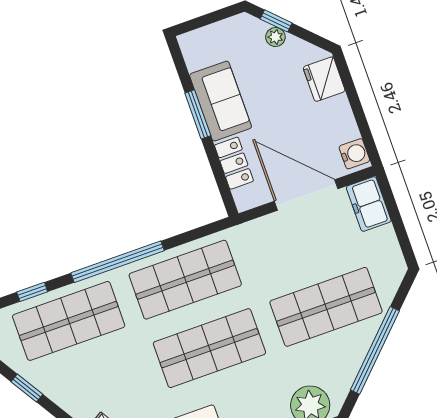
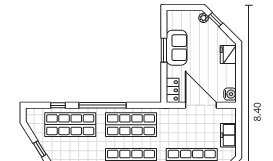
plant: (275, 37) -> (204, 18), moved
locker: (234, 163) -> (173, 90), moved
freezer: (369, 204) -> (228, 135), moved

